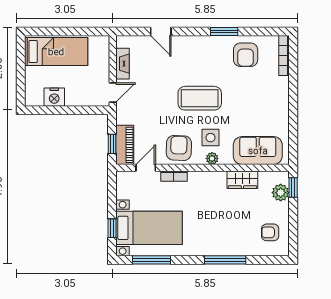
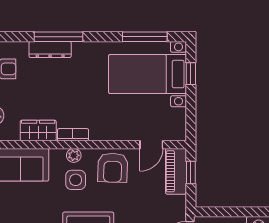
bookcase: (174, 176) -> (73, 135), moved
dresser: (232, 249) -> (50, 50), added

